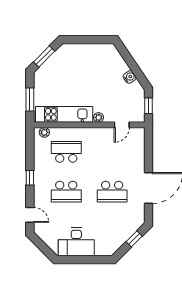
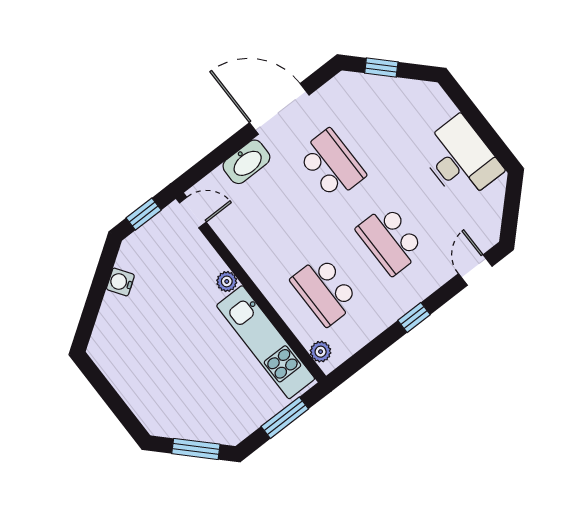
door: (122, 125) -> (193, 213), moved
washbasin: (138, 160) -> (246, 162), added
school desk: (66, 192) -> (390, 240), turned 180

